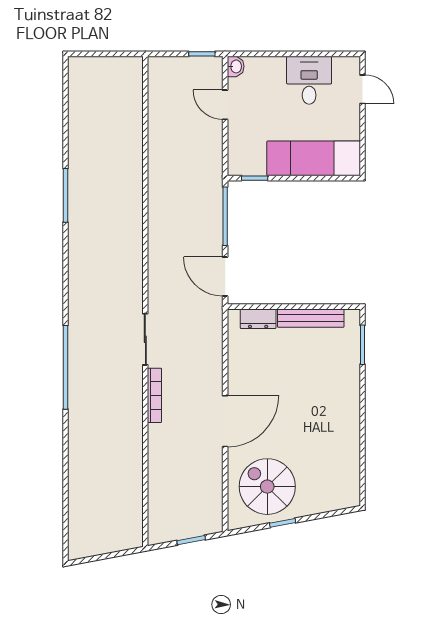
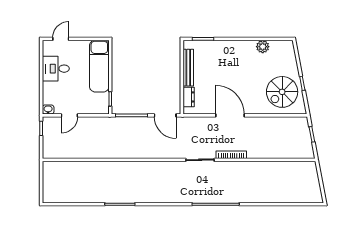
door: (225, 277) -> (165, 115), hinge flipped
door: (225, 421) -> (230, 115), moved
plant: (349, 452) -> (263, 47), added

